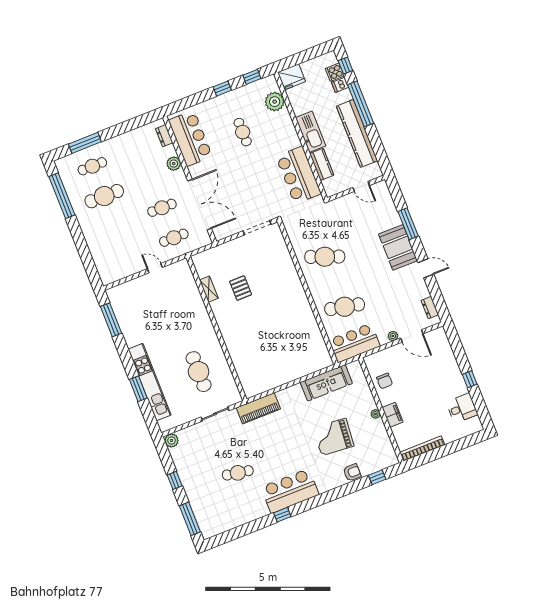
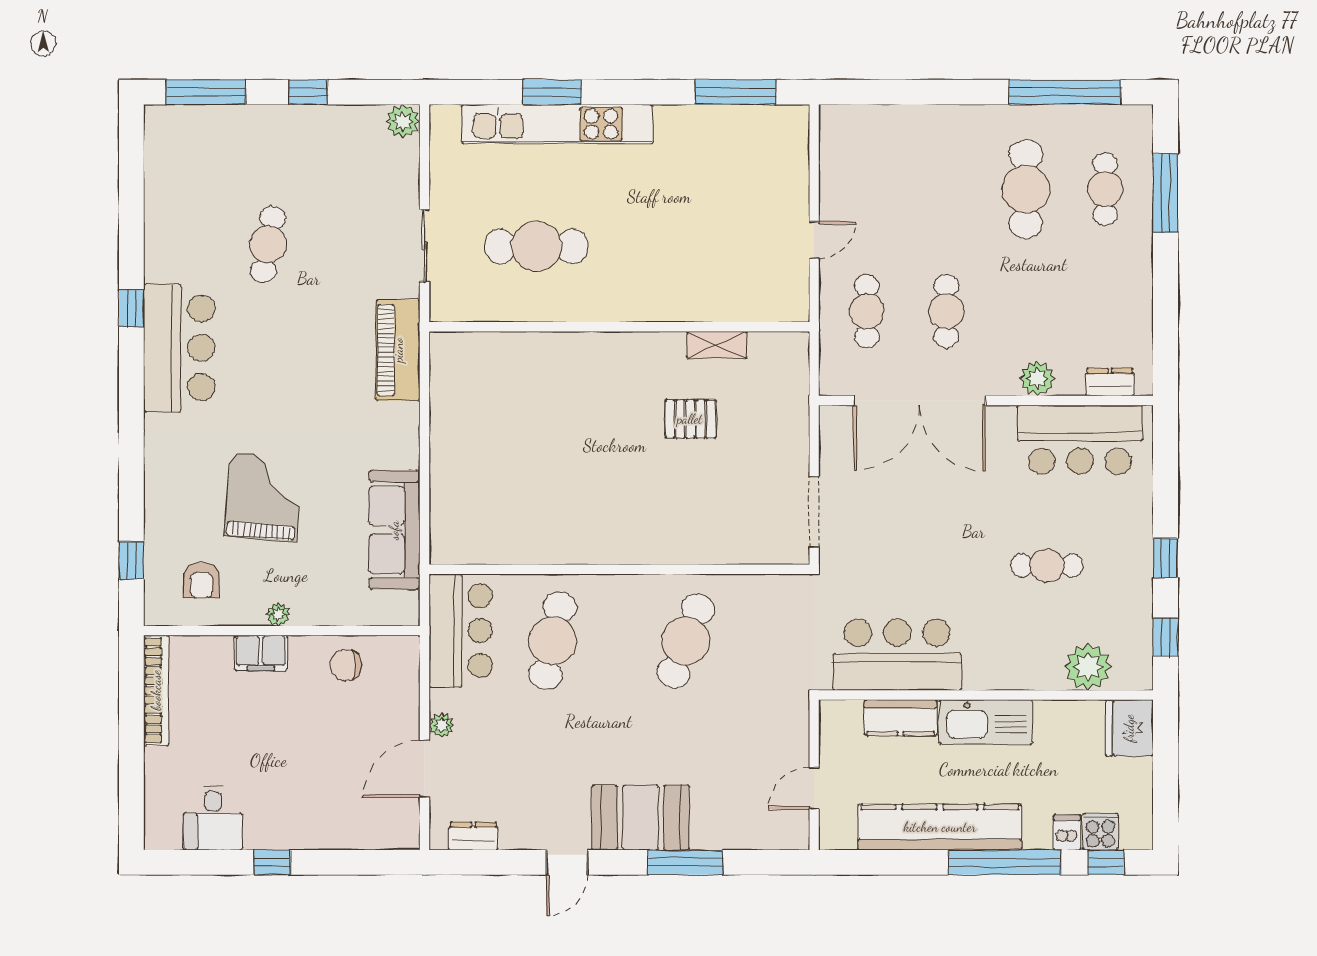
armchair: (352, 472) -> (201, 580), moved

